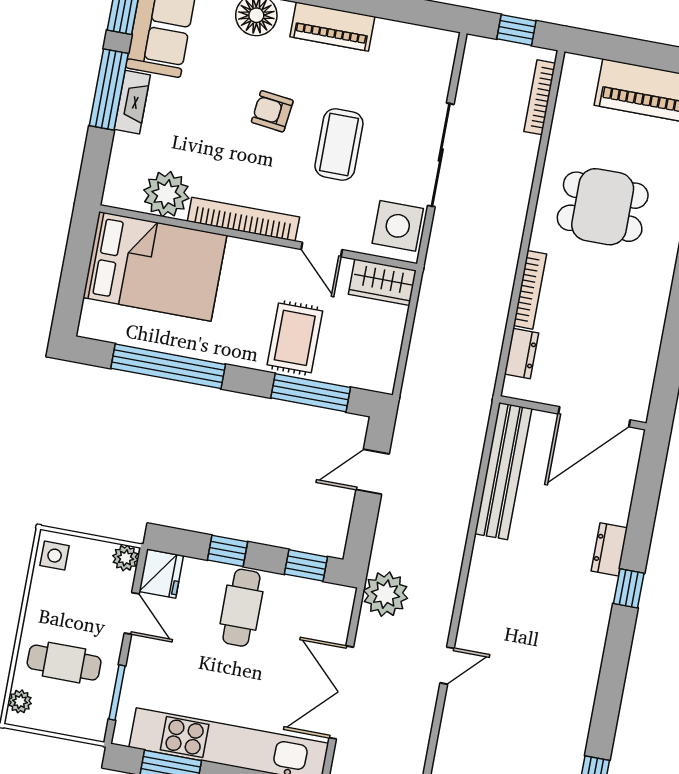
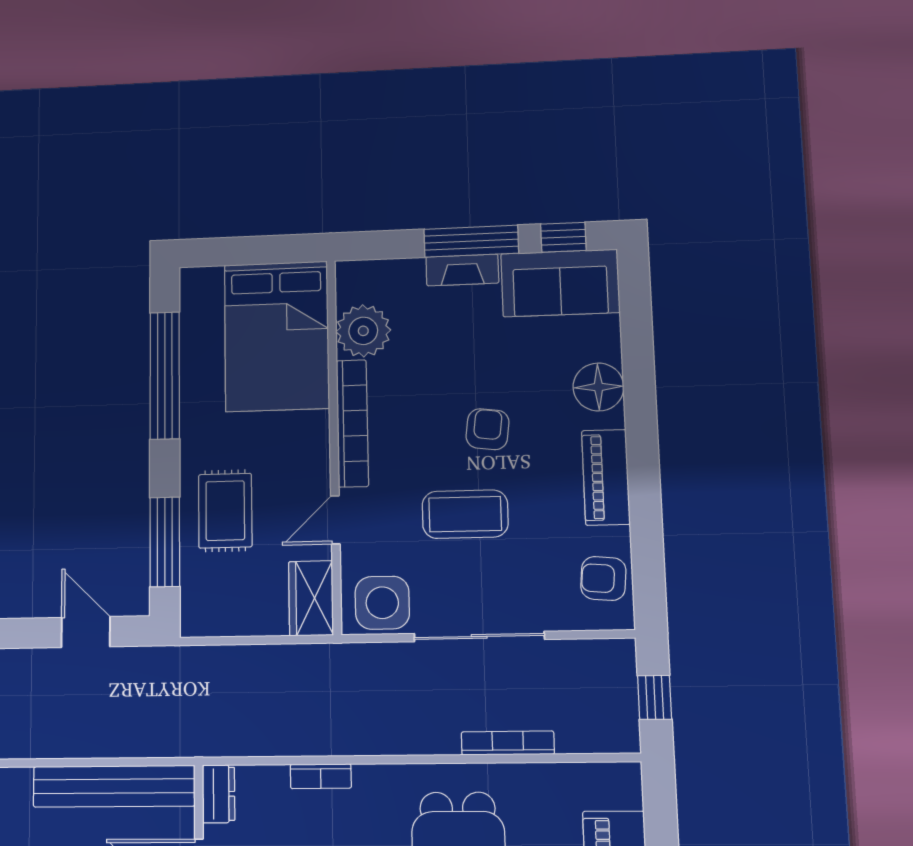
armchair: (414, 47) -> (603, 578), added
bookcase: (540, 97) -> (508, 743), moved
bookcase: (530, 290) -> (321, 776), width x0.64
rug: (295, 338) -> (225, 511), turned 90
dresser: (521, 354) -> (219, 794), moved, turned -90

